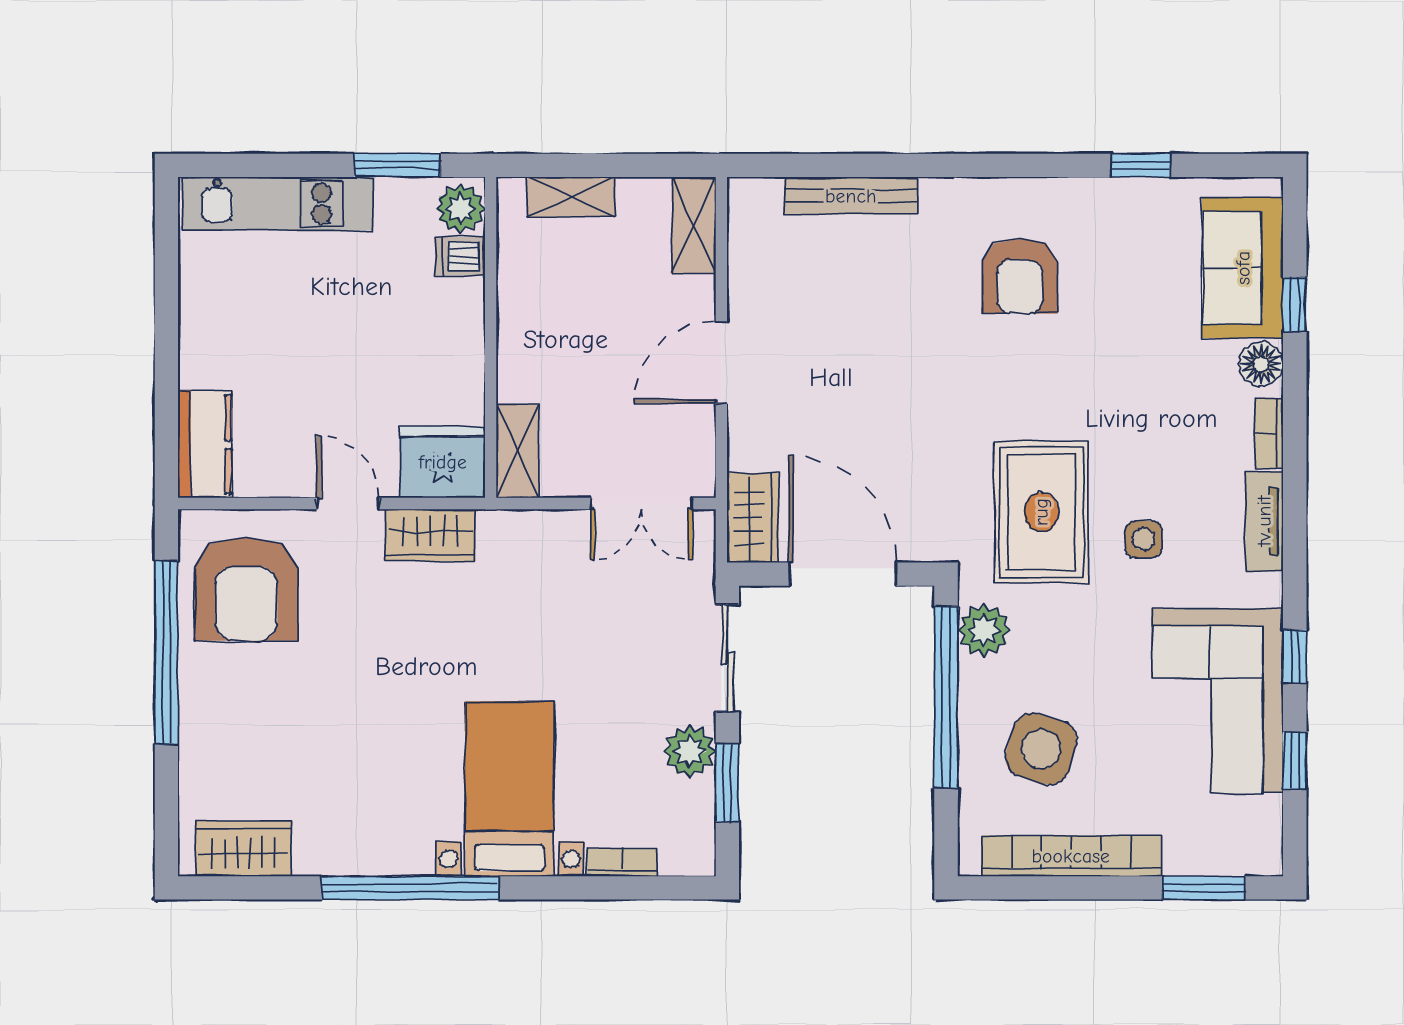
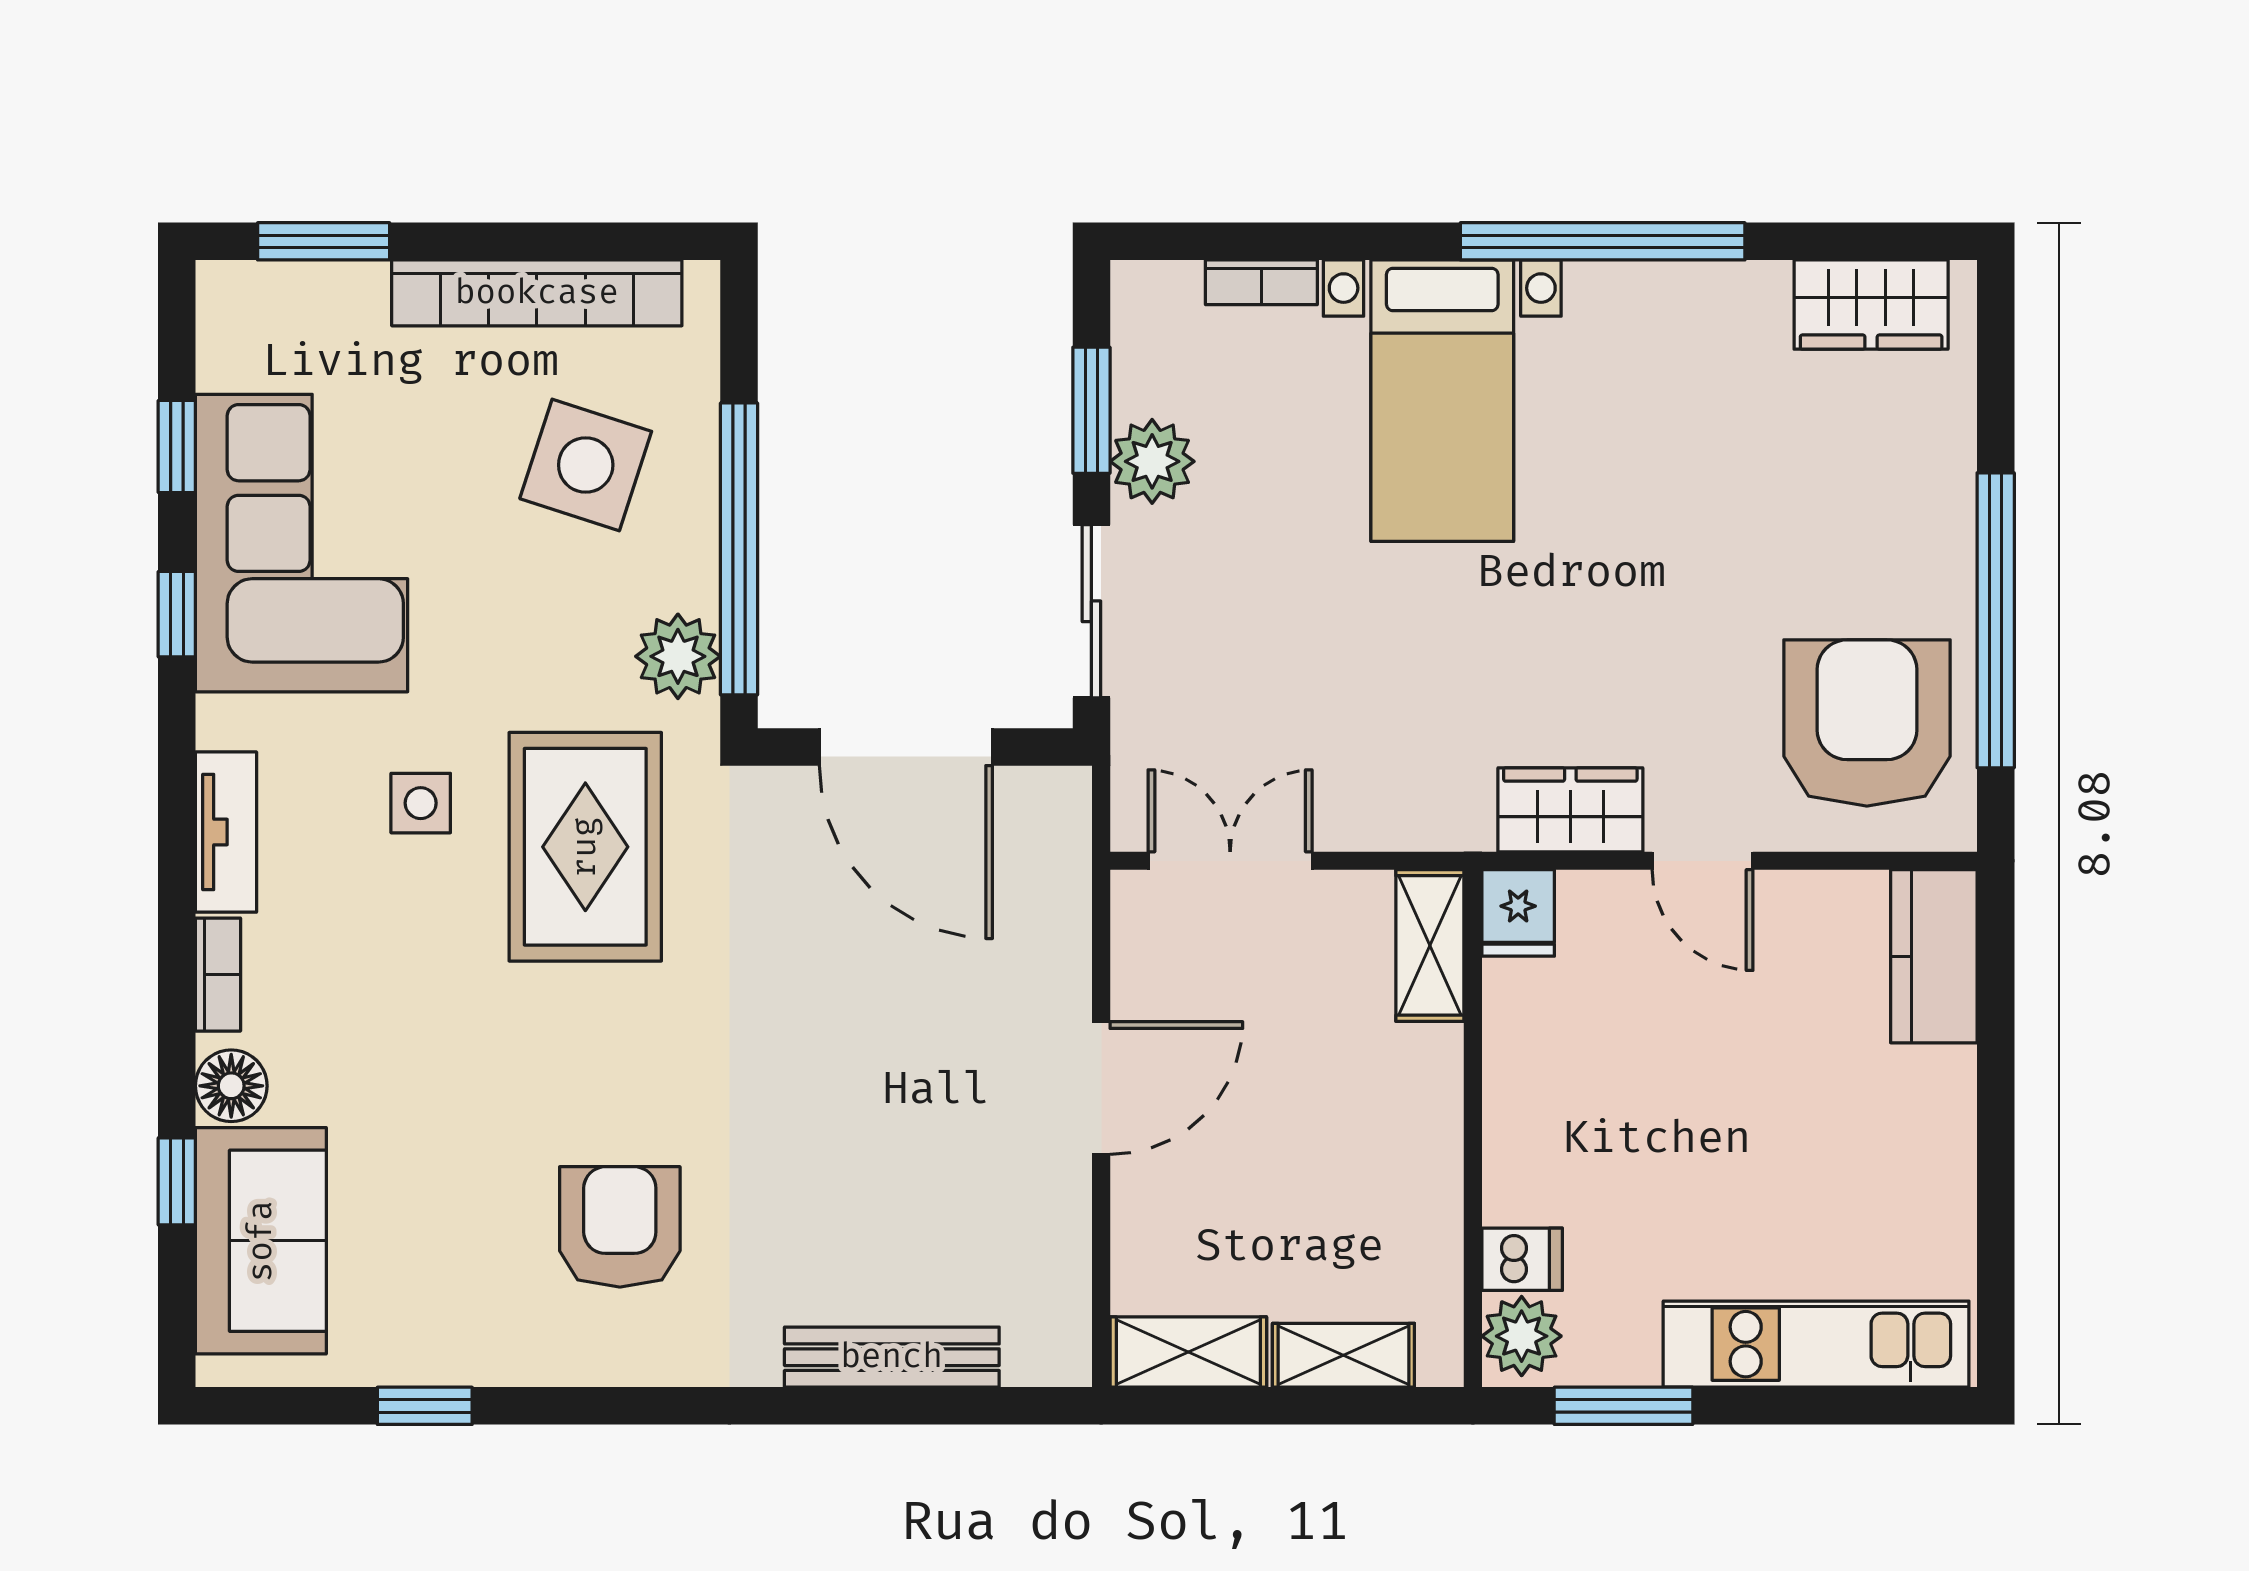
shelving: (694, 225) -> (1188, 1352), moved, turned 90
fridge: (443, 462) -> (1518, 913), width x0.53, depth x0.75
wardrobe: (753, 518) -> (1050, 838), removed

